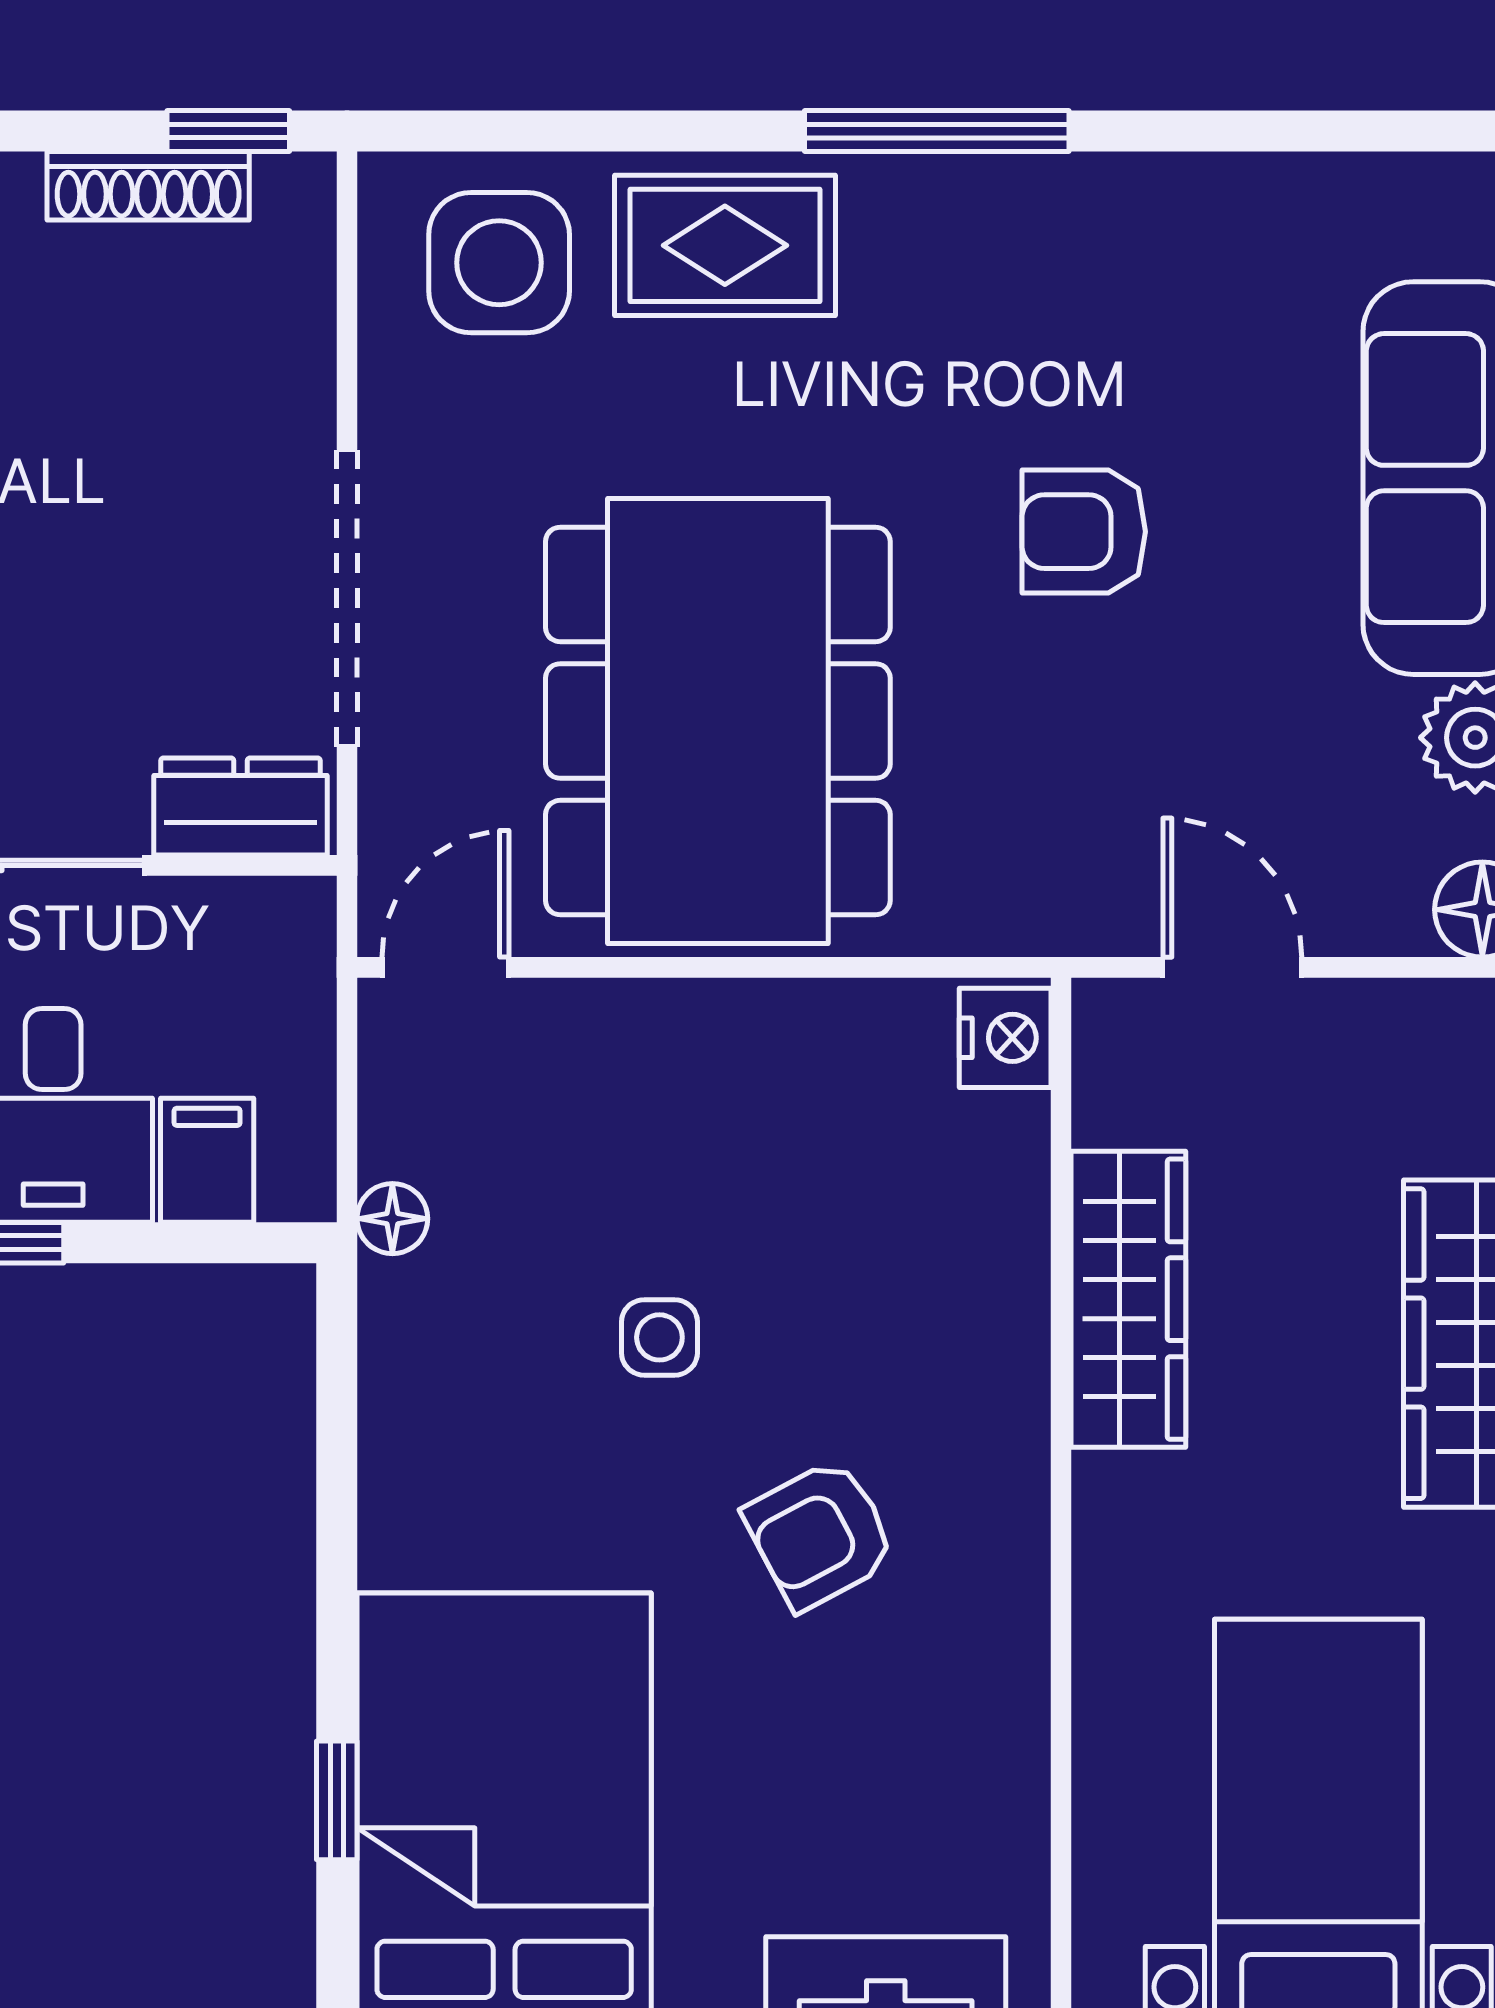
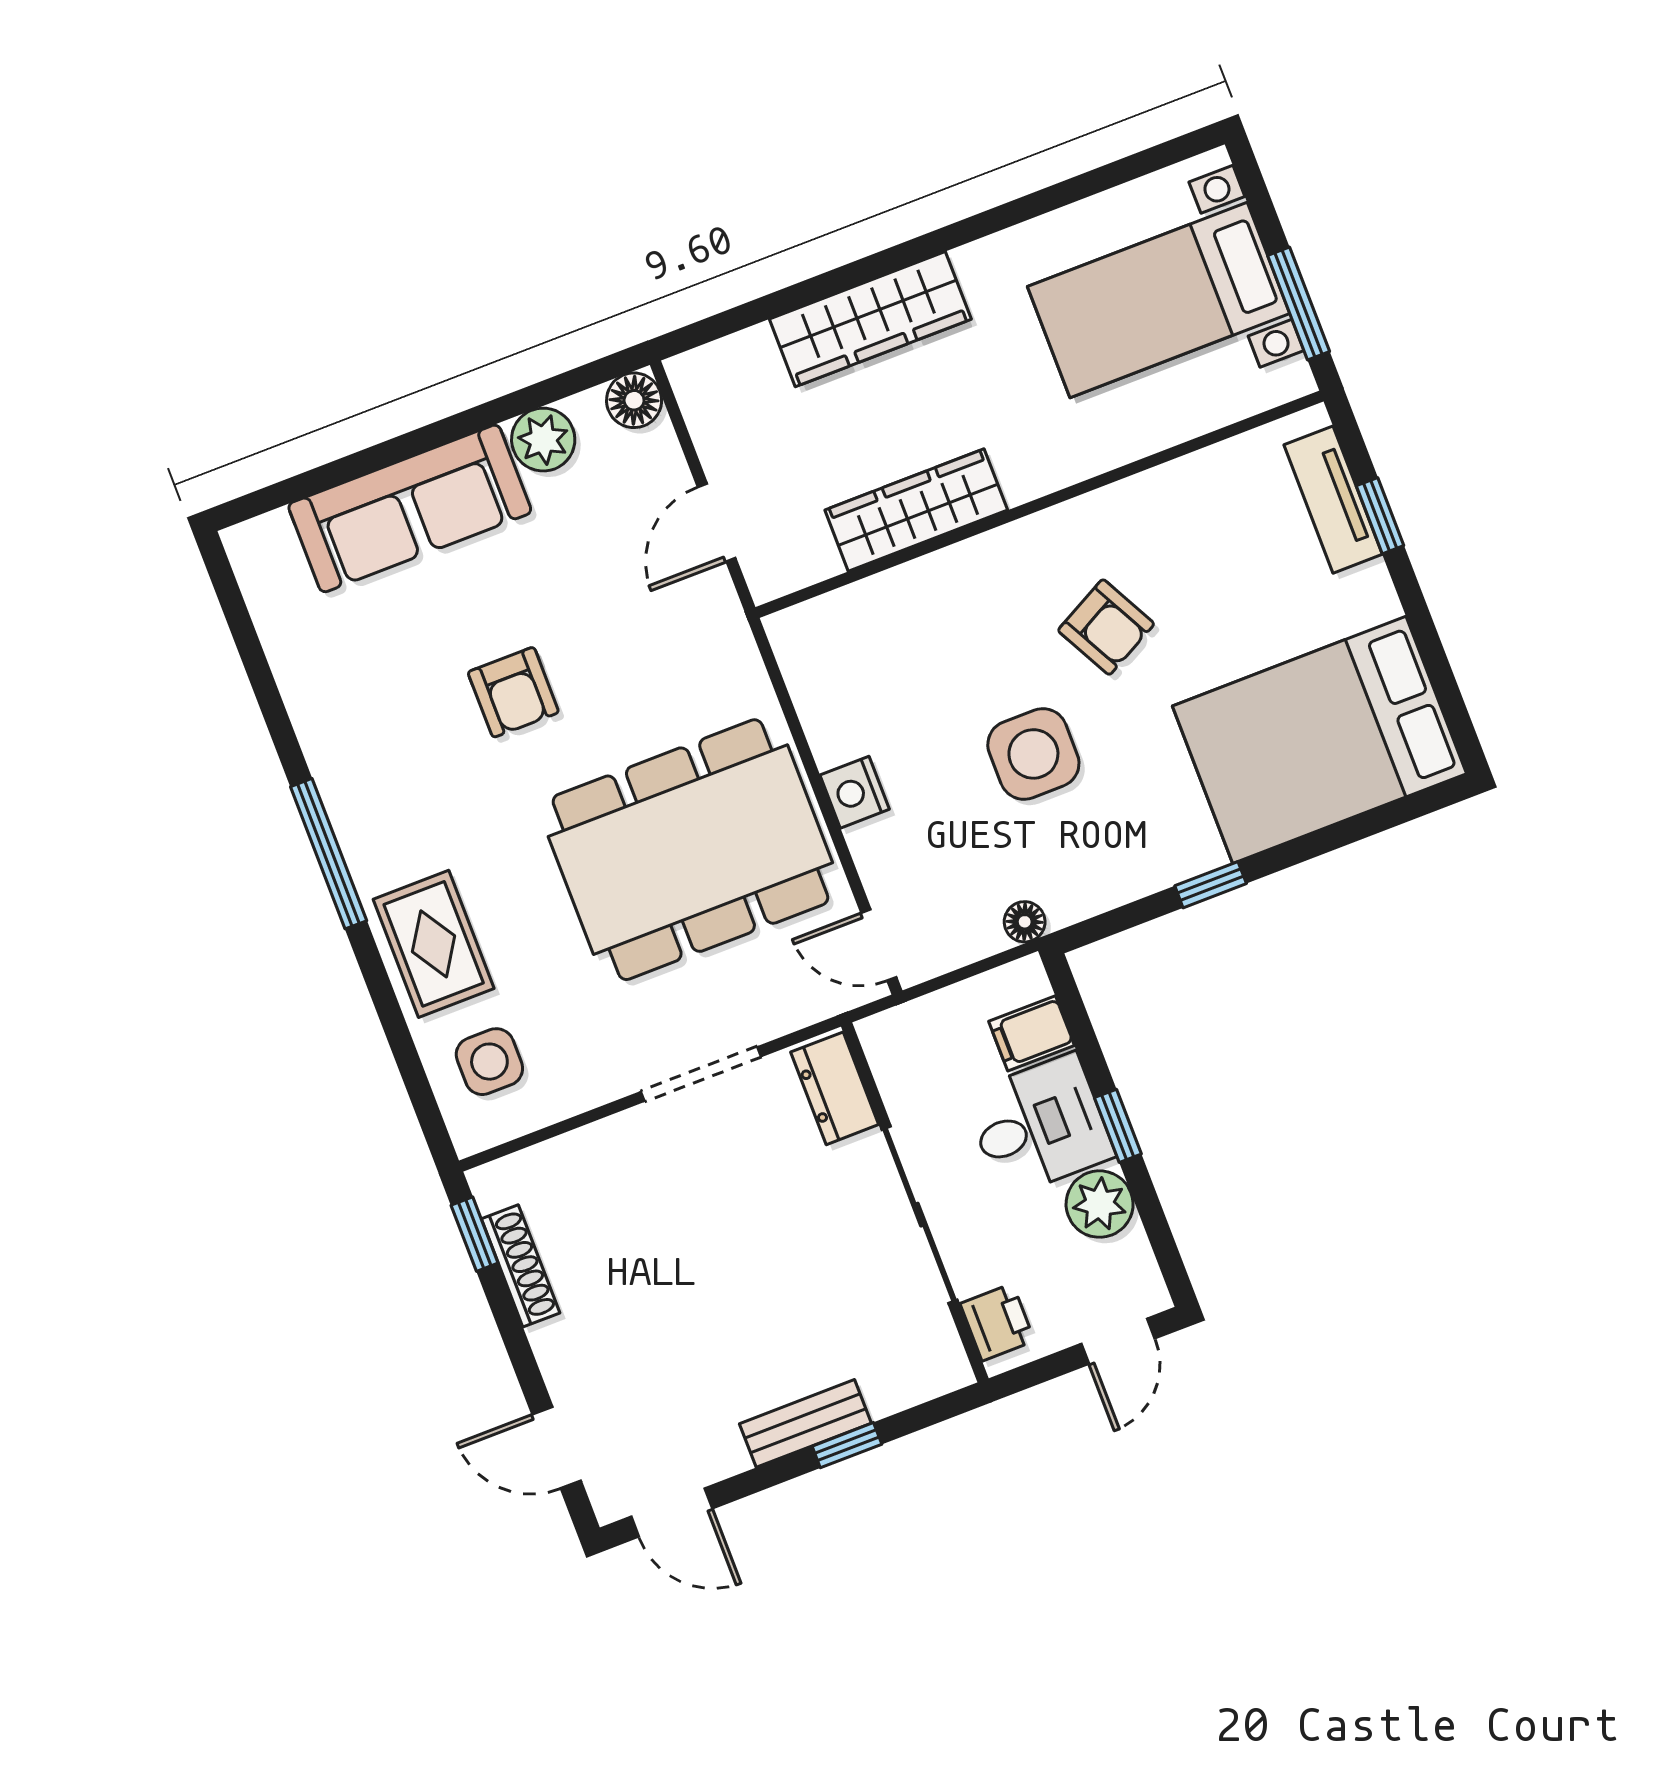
side table: (499, 263) -> (489, 1062), width x0.73, depth x0.73
doorway: (347, 598) -> (701, 1074), width x0.73
nightstand: (1005, 1038) -> (855, 792), moved, turned -90
side table: (659, 1337) -> (1033, 754), width x1.87, depth x1.87
window: (337, 1800) -> (1211, 885), moved

